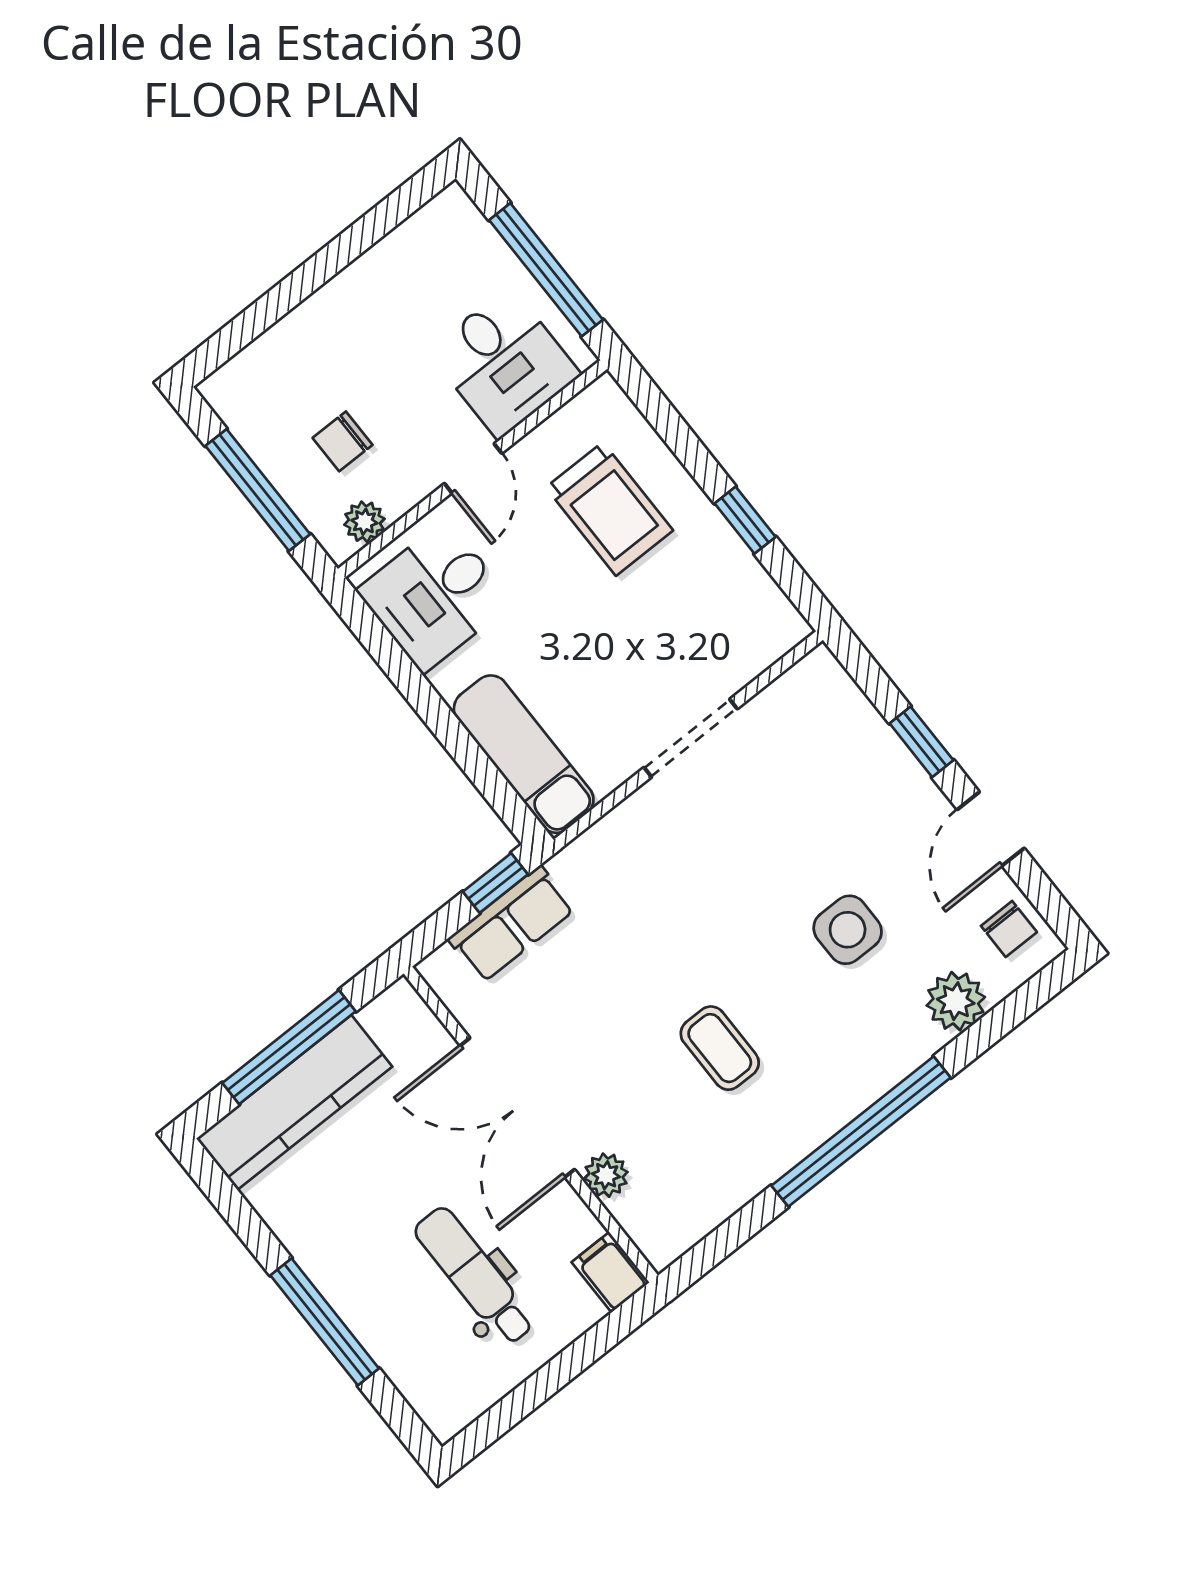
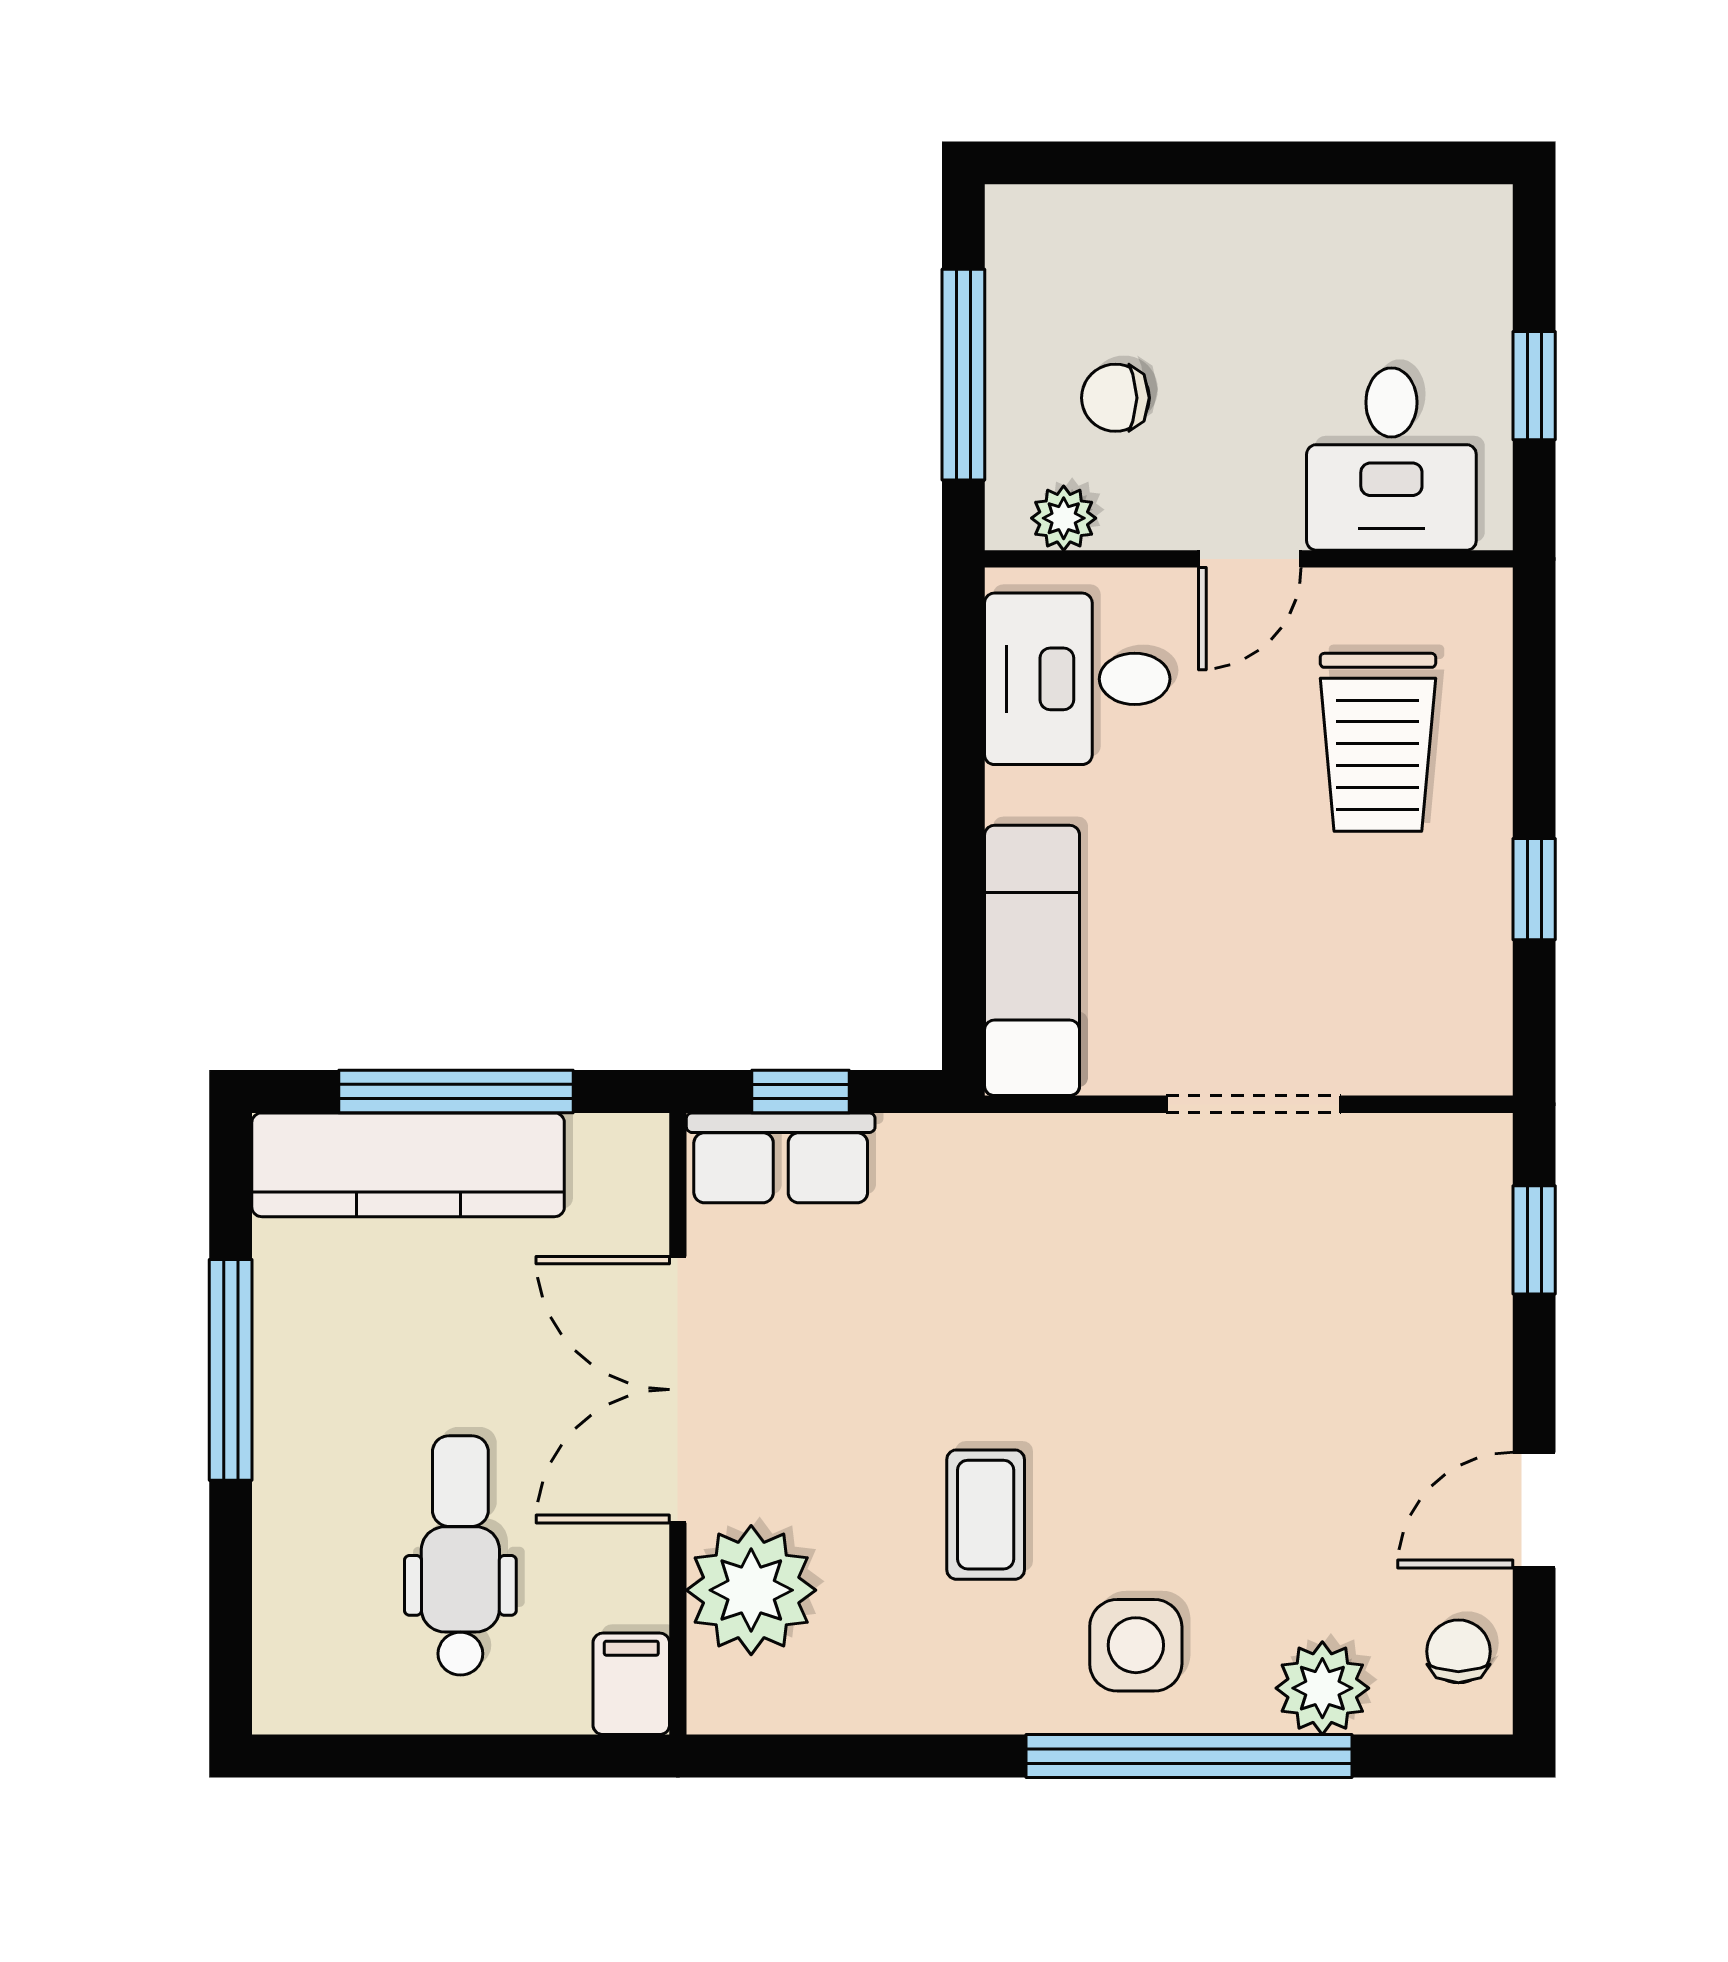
window: (546, 270) -> (1534, 386), width x0.46
window: (921, 742) -> (1534, 1240), moved
window: (495, 883) -> (800, 1091), moved
row of seats: (511, 924) -> (781, 1158), moved
chair: (1009, 929) -> (1458, 1651), turned 180
side table: (848, 930) -> (1136, 1645), moved
window: (861, 1132) -> (1189, 1756), moved
plant: (606, 1175) -> (751, 1590), width x1.88, depth x1.88
window: (325, 1322) -> (231, 1370), moved

